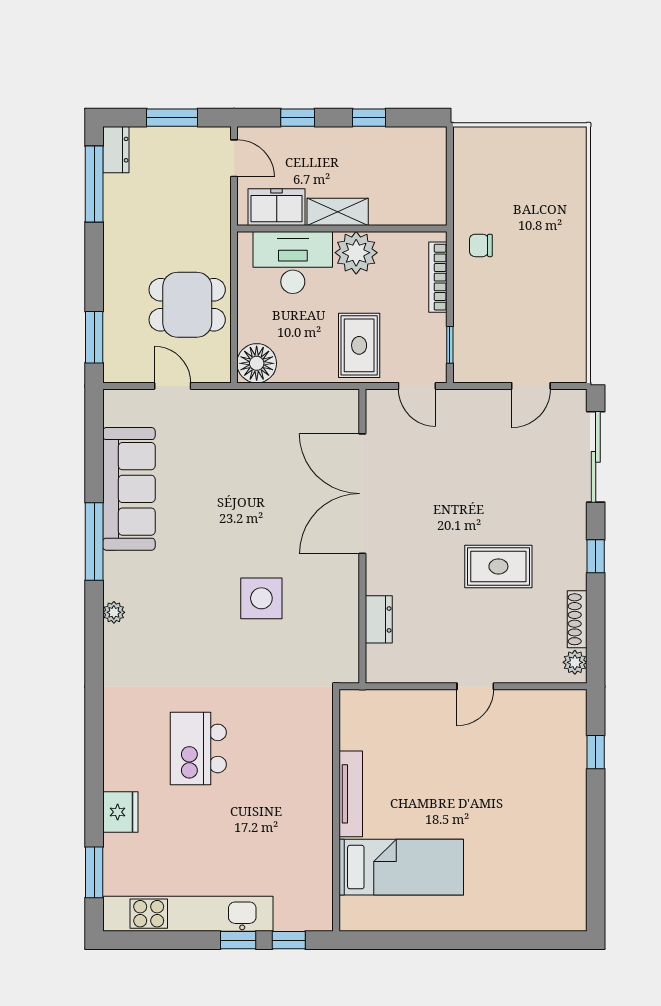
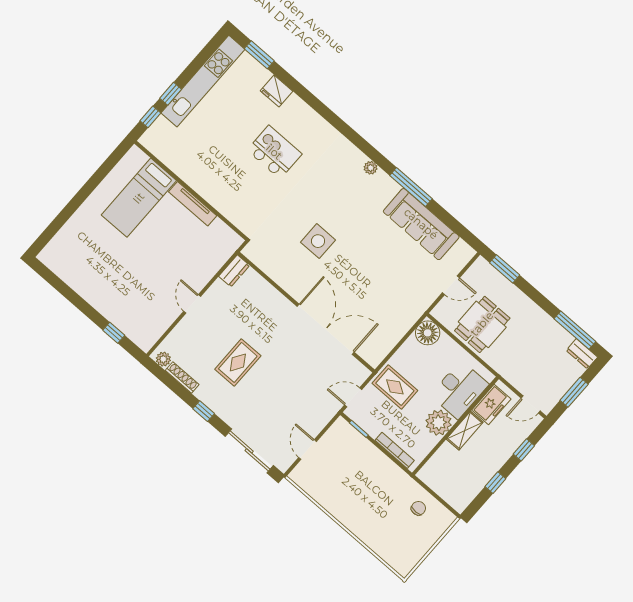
chair: (481, 245) -> (418, 508), moved
dresser: (379, 619) -> (234, 271), moved, turned -90

